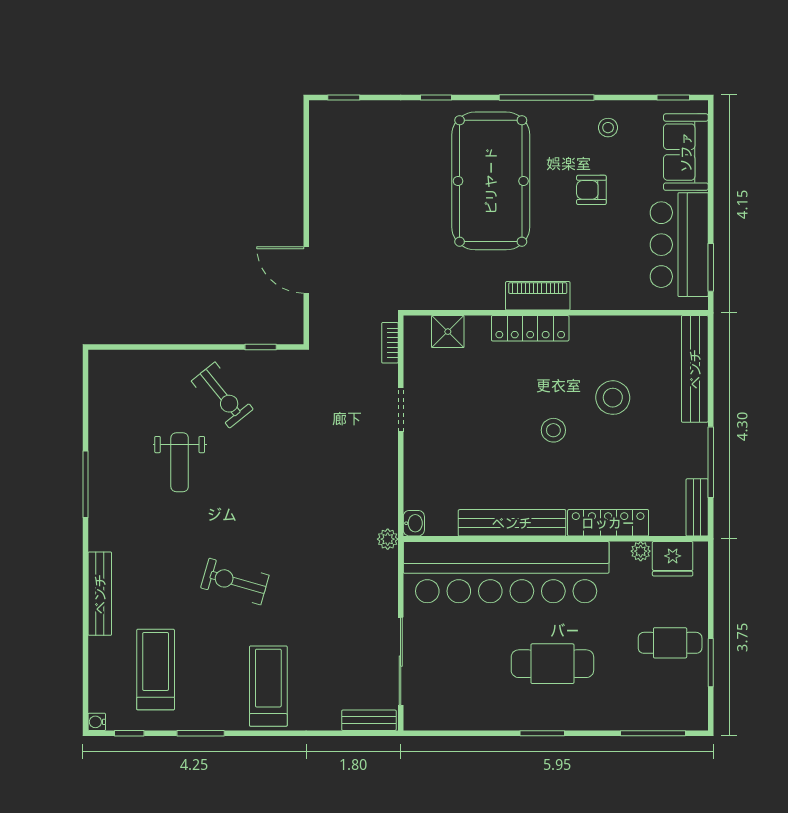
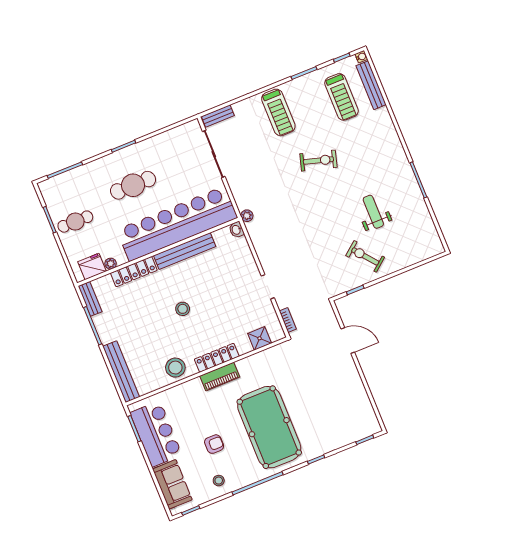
stool: (613, 398) -> (175, 368), moved
bench: (100, 594) -> (371, 85), moved

